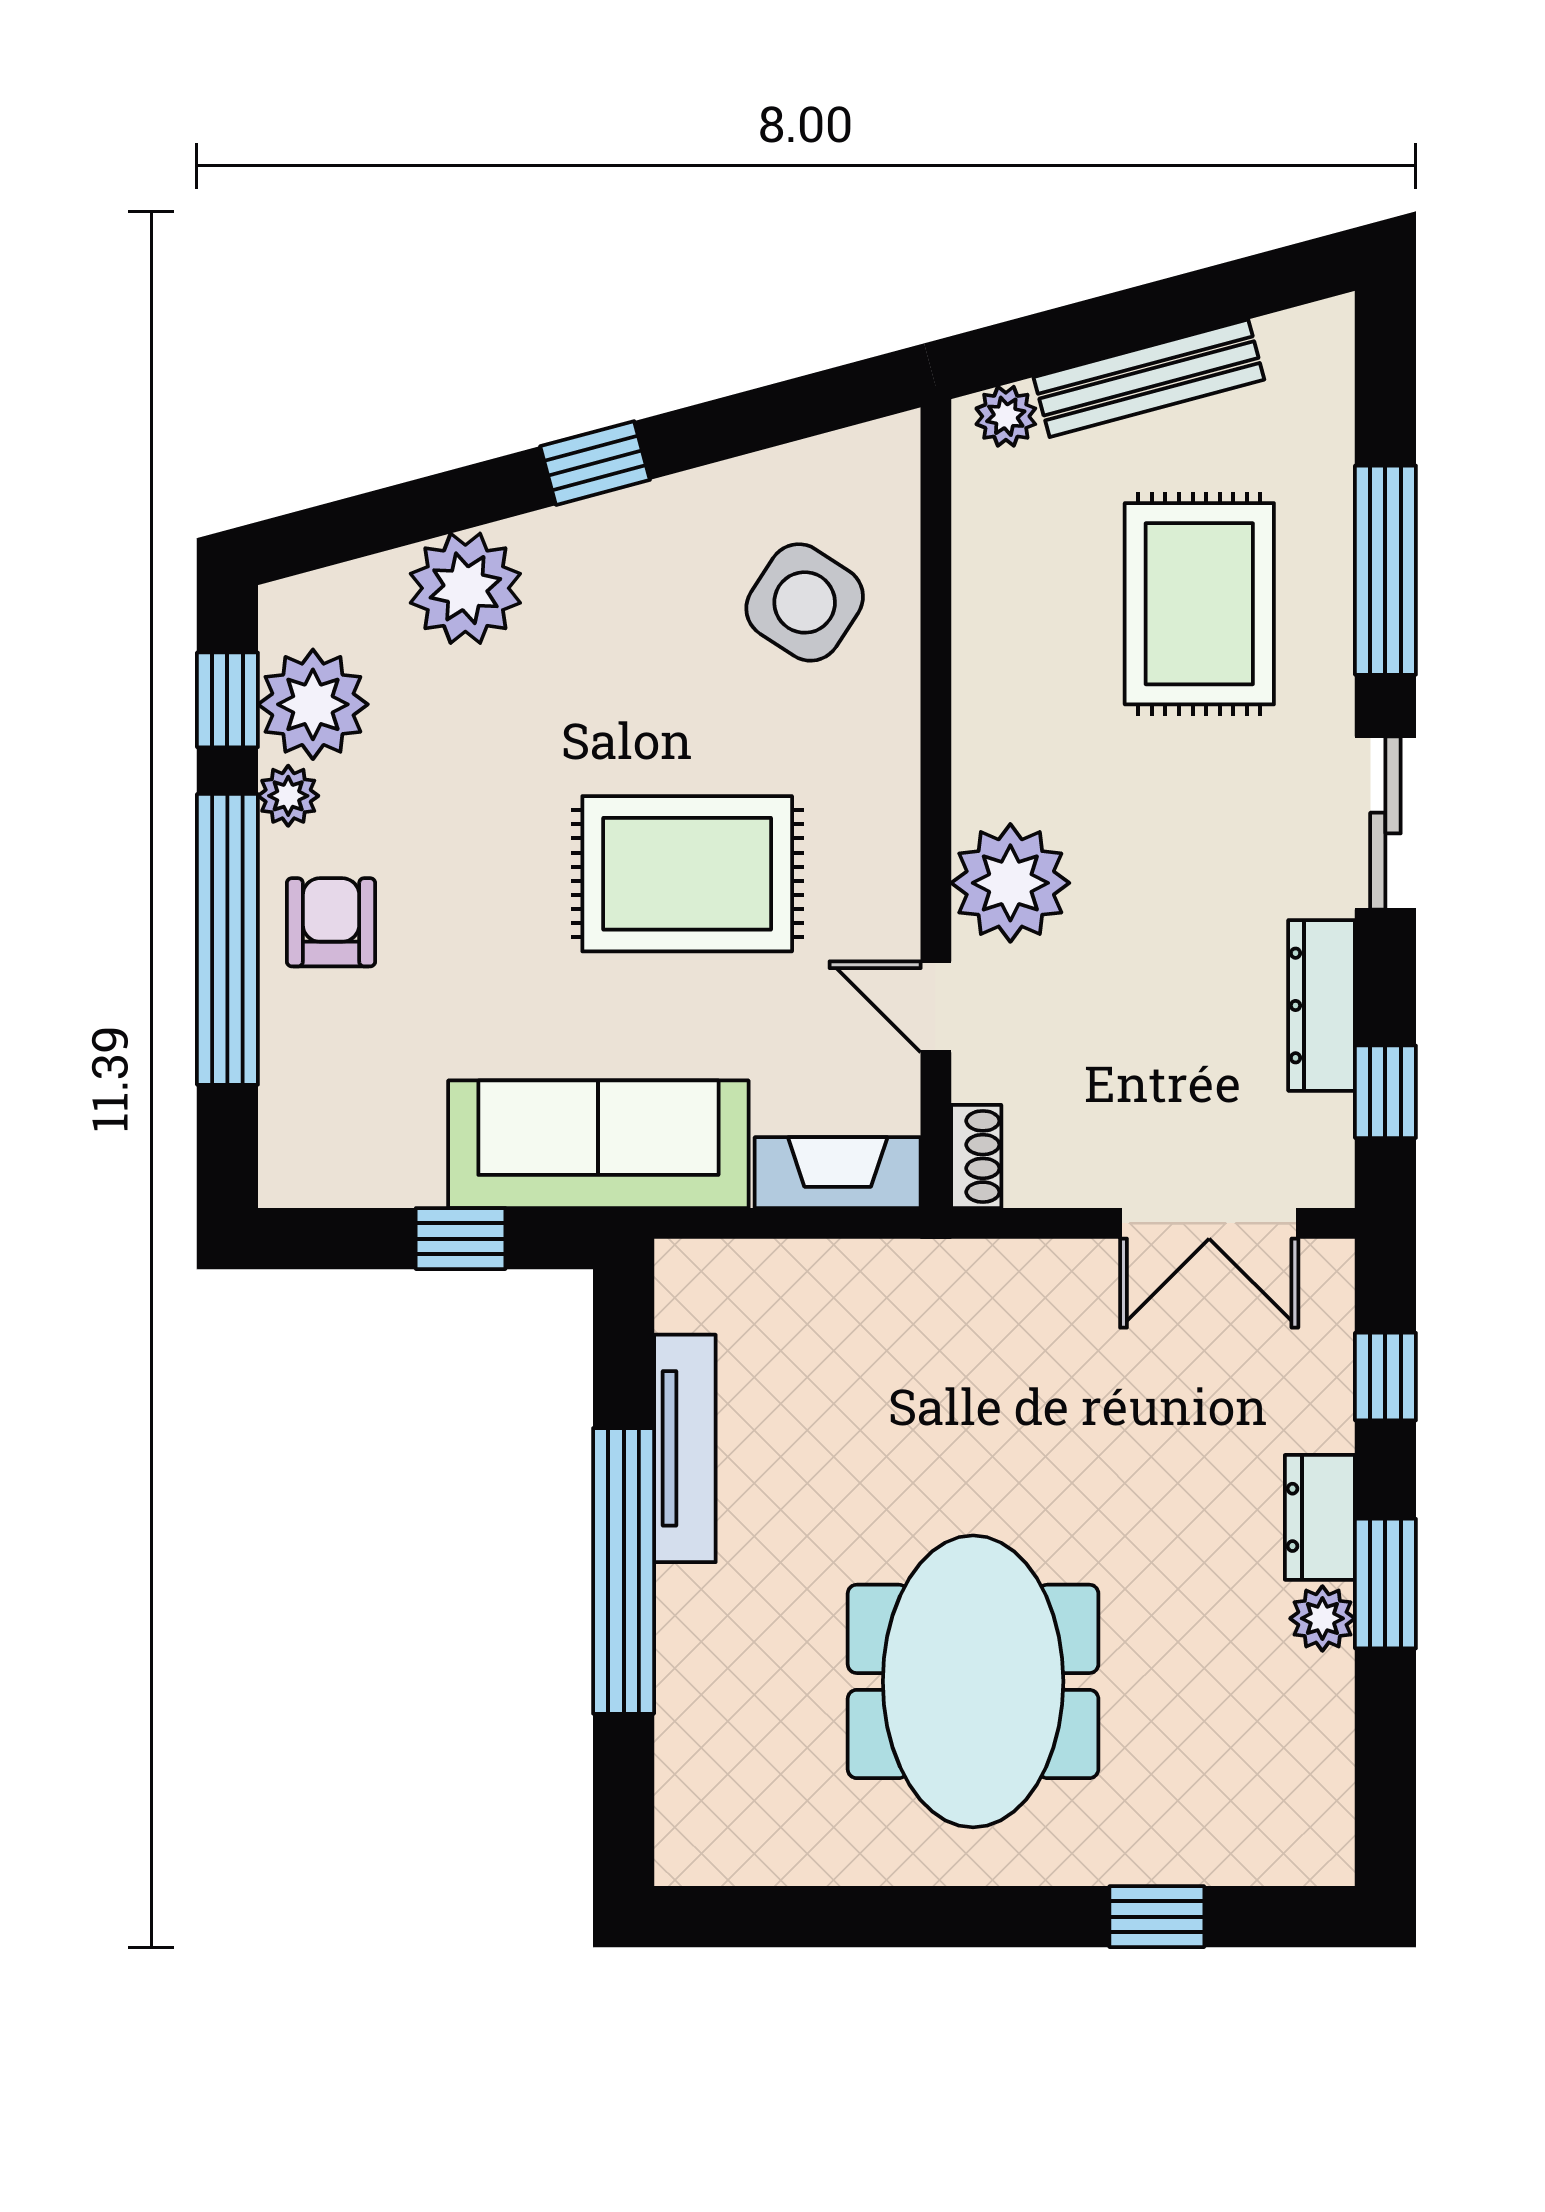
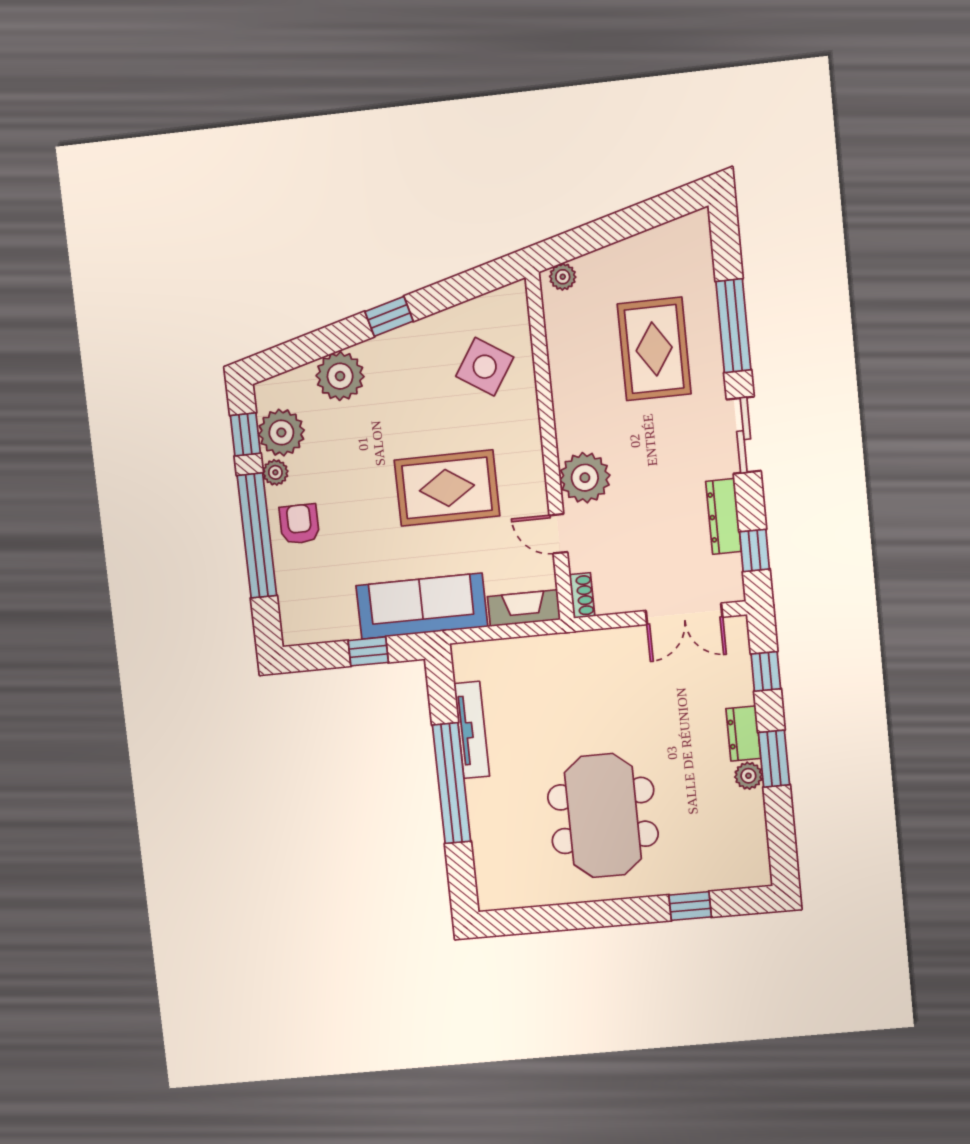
bench: (1149, 378) -> (623, 253), removed

